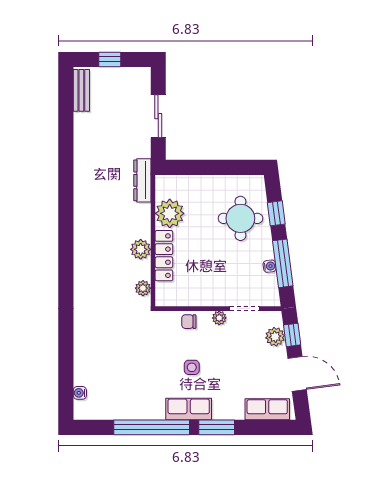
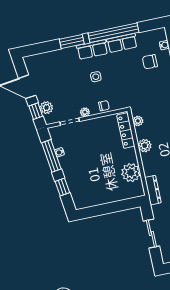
round table: (240, 218) -> (85, 179), removed
locker: (164, 256) -> (126, 131), moved
chair: (107, 373) -> (150, 62), added
row of seats: (267, 409) -> (122, 43), moved

